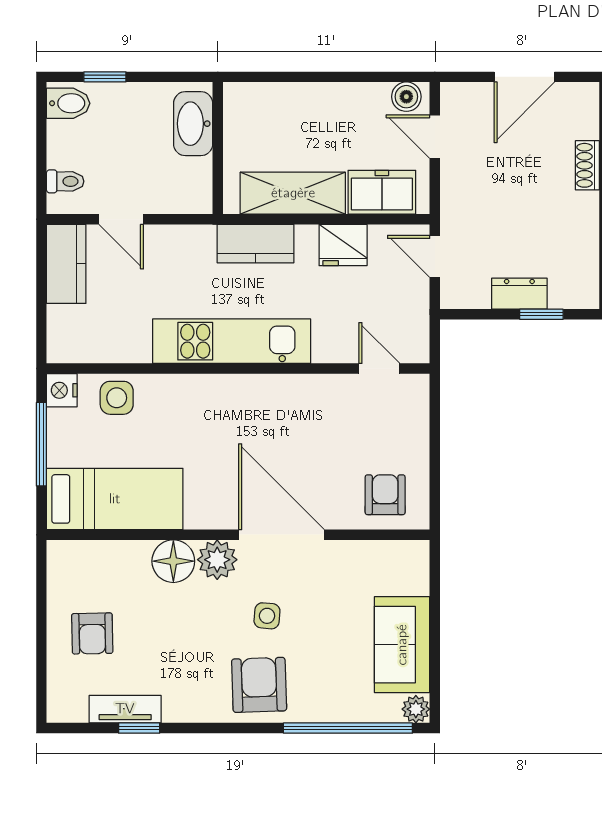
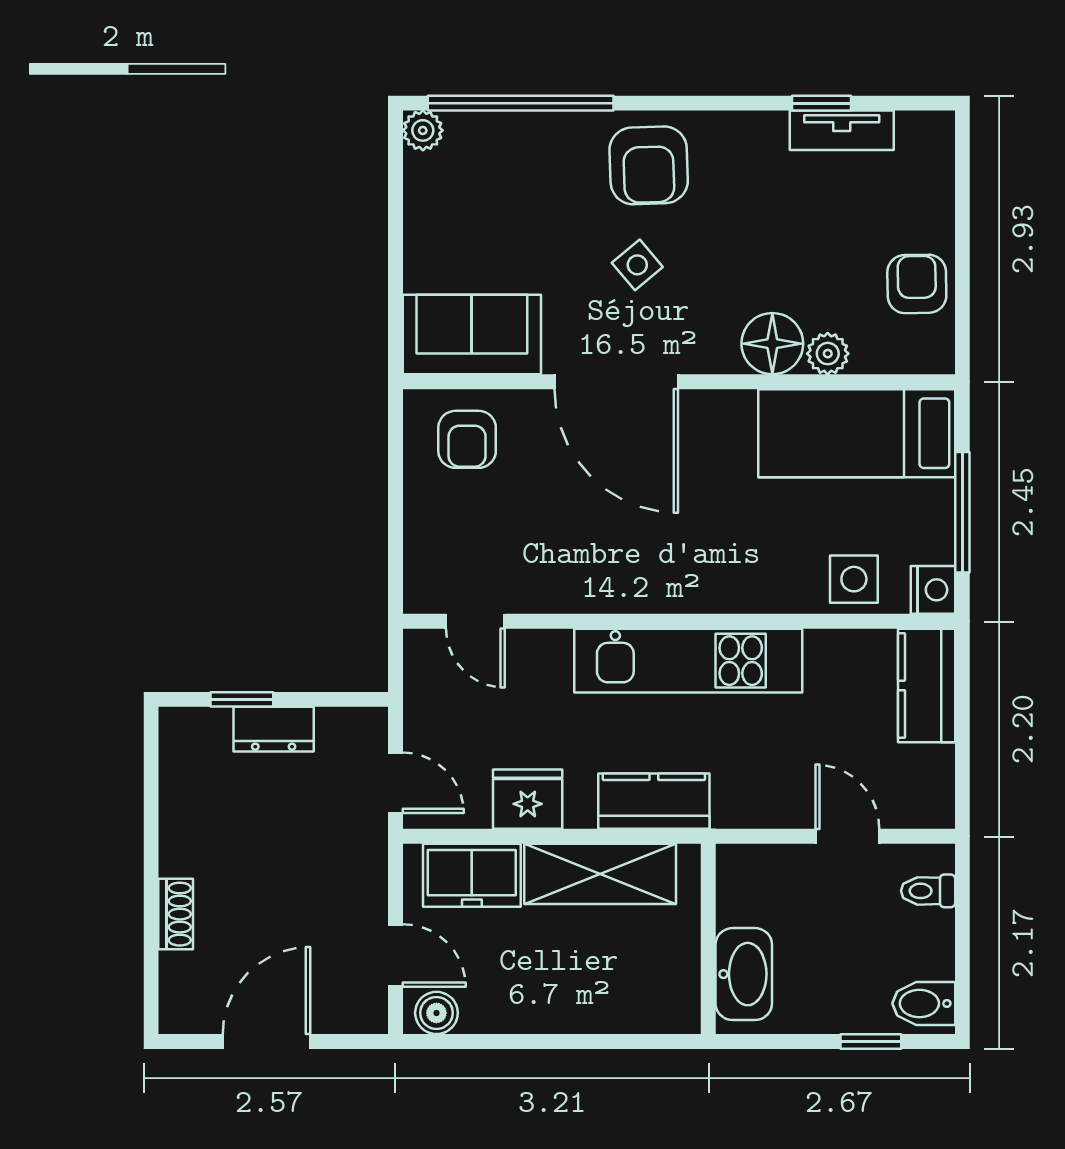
kitchen counter: (66, 264) -> (927, 685), moved
plant: (217, 560) -> (828, 354), moved, width x0.73, depth x0.73
side table: (267, 616) -> (637, 265), turned 45
armchair: (92, 633) -> (917, 284), moved
sofa: (402, 645) -> (472, 334), moved, turned -90

